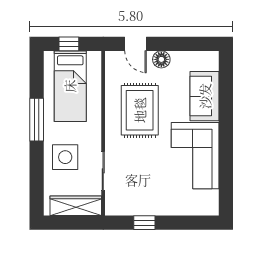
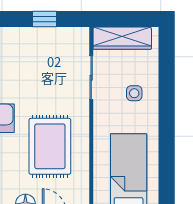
window: (37, 120) -> (167, 136), removed
side table: (65, 157) -> (134, 93), width x0.54, depth x0.54

